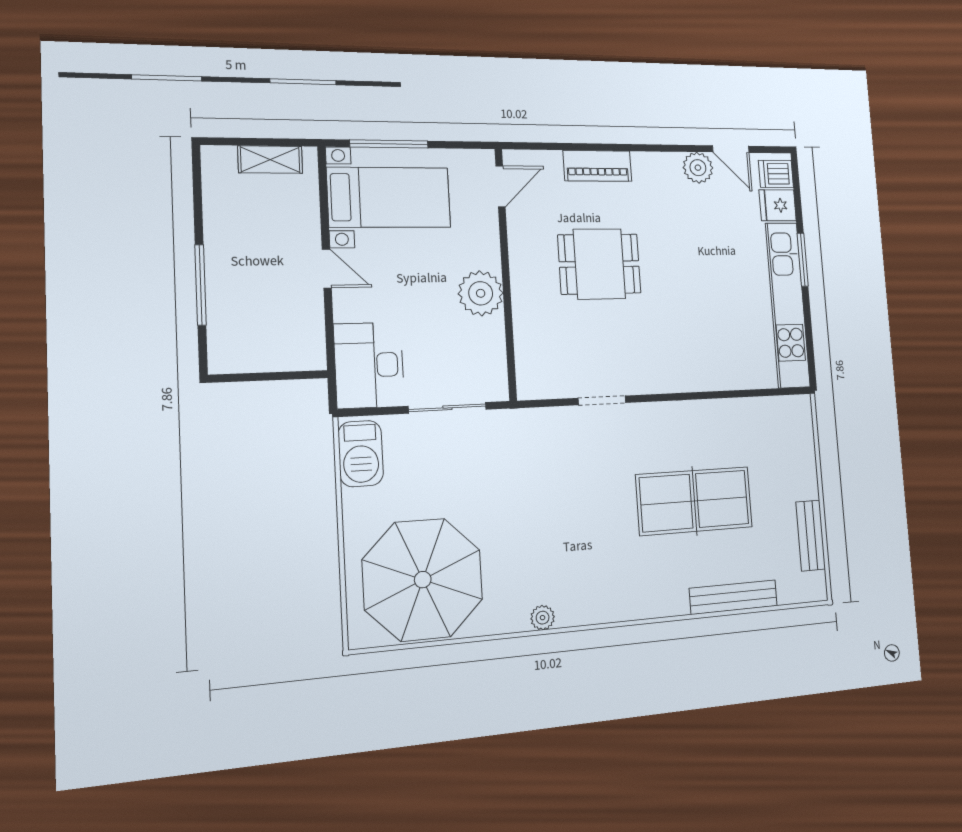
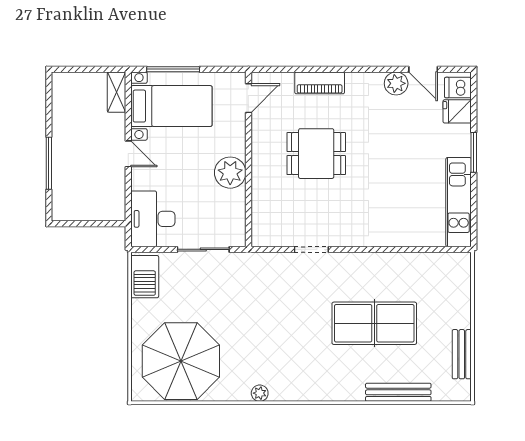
shelving: (270, 160) -> (117, 92), moved, turned 90
kitchen unit: (788, 305) -> (459, 202), width x0.73

